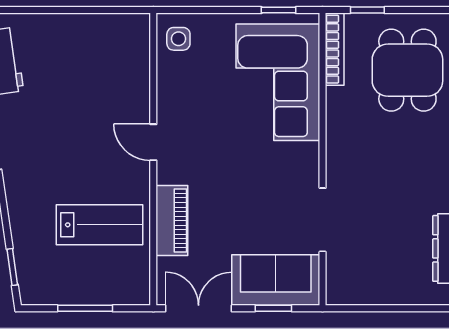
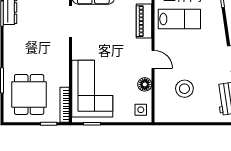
stool: (89, 82) -> (184, 89), added
floor lamp: (170, 91) -> (145, 84), added
lab bench: (100, 225) -> (179, 19), turned 180

